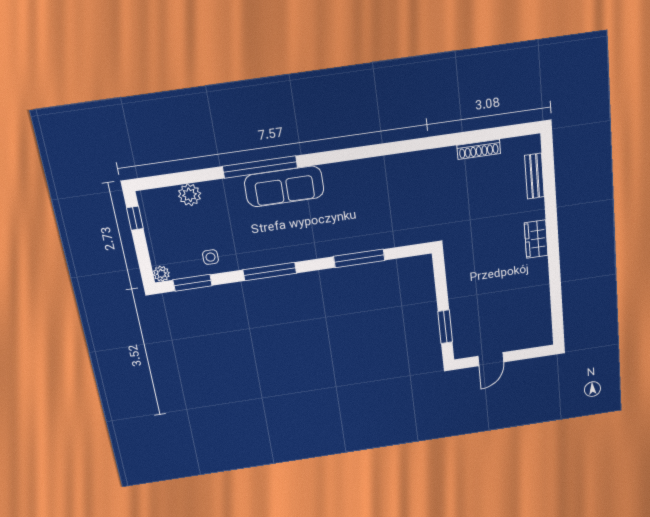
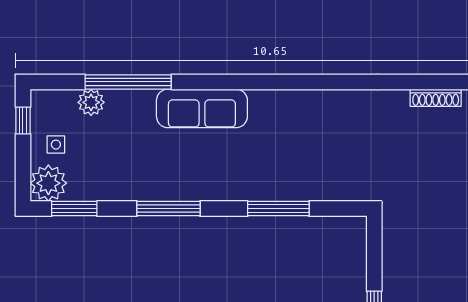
window: (260, 167) -> (128, 82), moved
side table: (210, 257) -> (56, 145), moved
plant: (161, 274) -> (48, 183), width x1.87, depth x1.87

